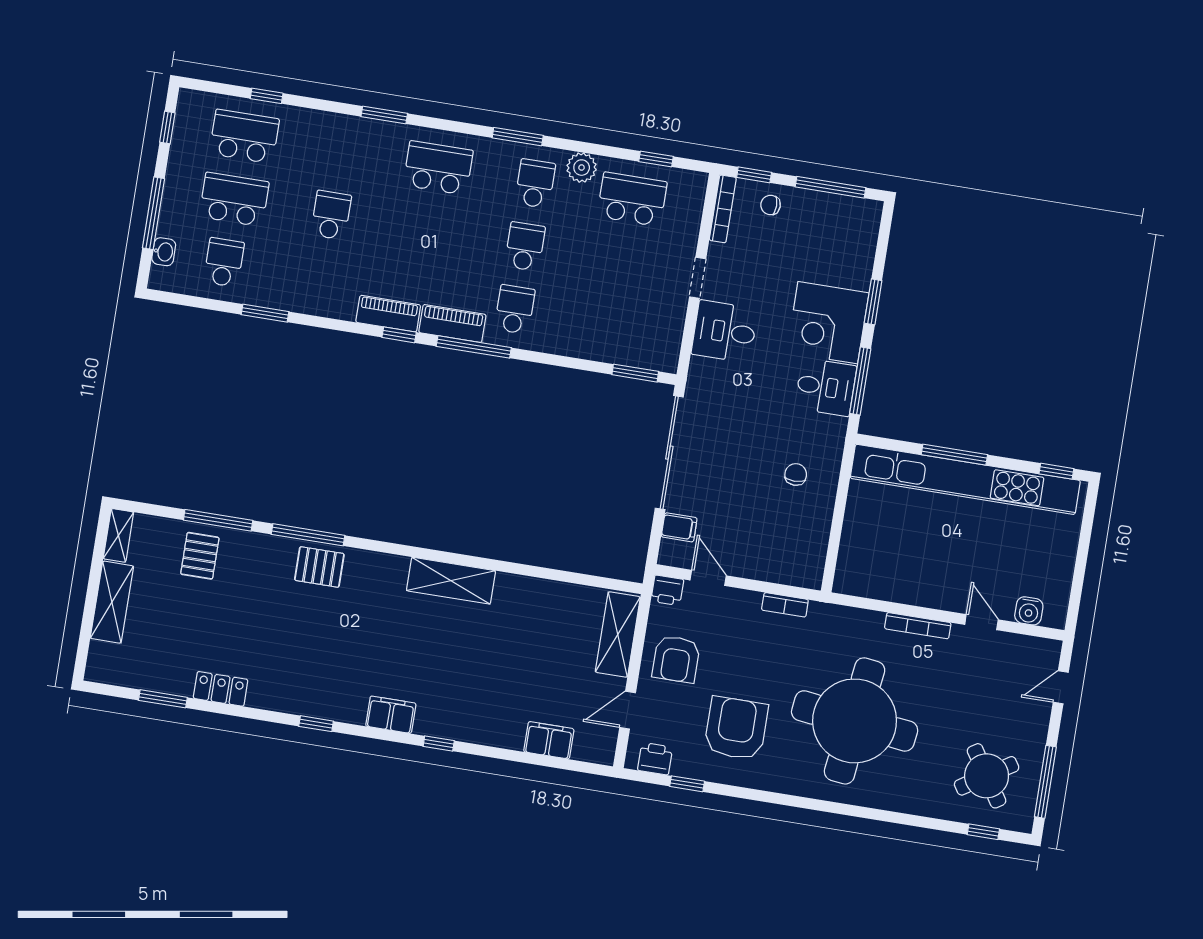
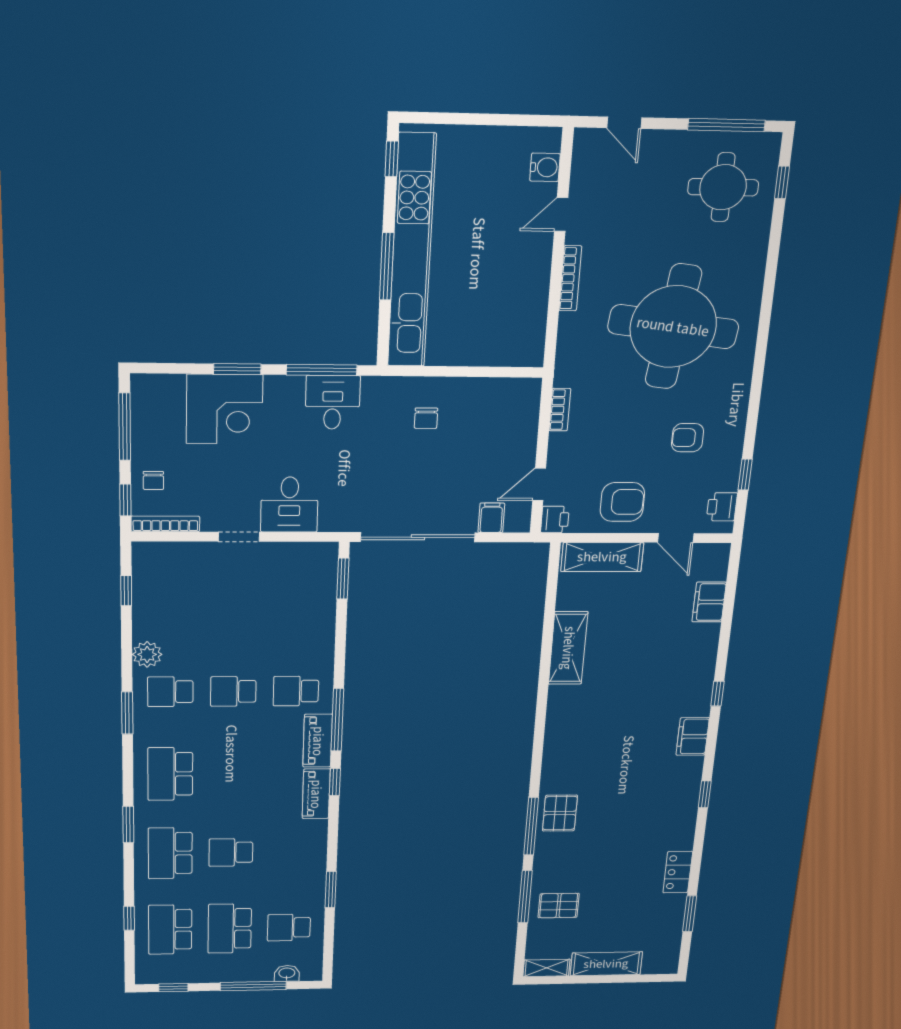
school desk: (632, 199) -> (170, 853), moved
corner desk: (828, 323) -> (225, 409), moved
chair: (796, 474) -> (426, 418), turned -90
shelving: (451, 581) -> (568, 648), moved
armchair: (736, 728) -> (688, 438), width x0.53, depth x0.53
round table: (987, 776) -> (723, 187), turned 33

